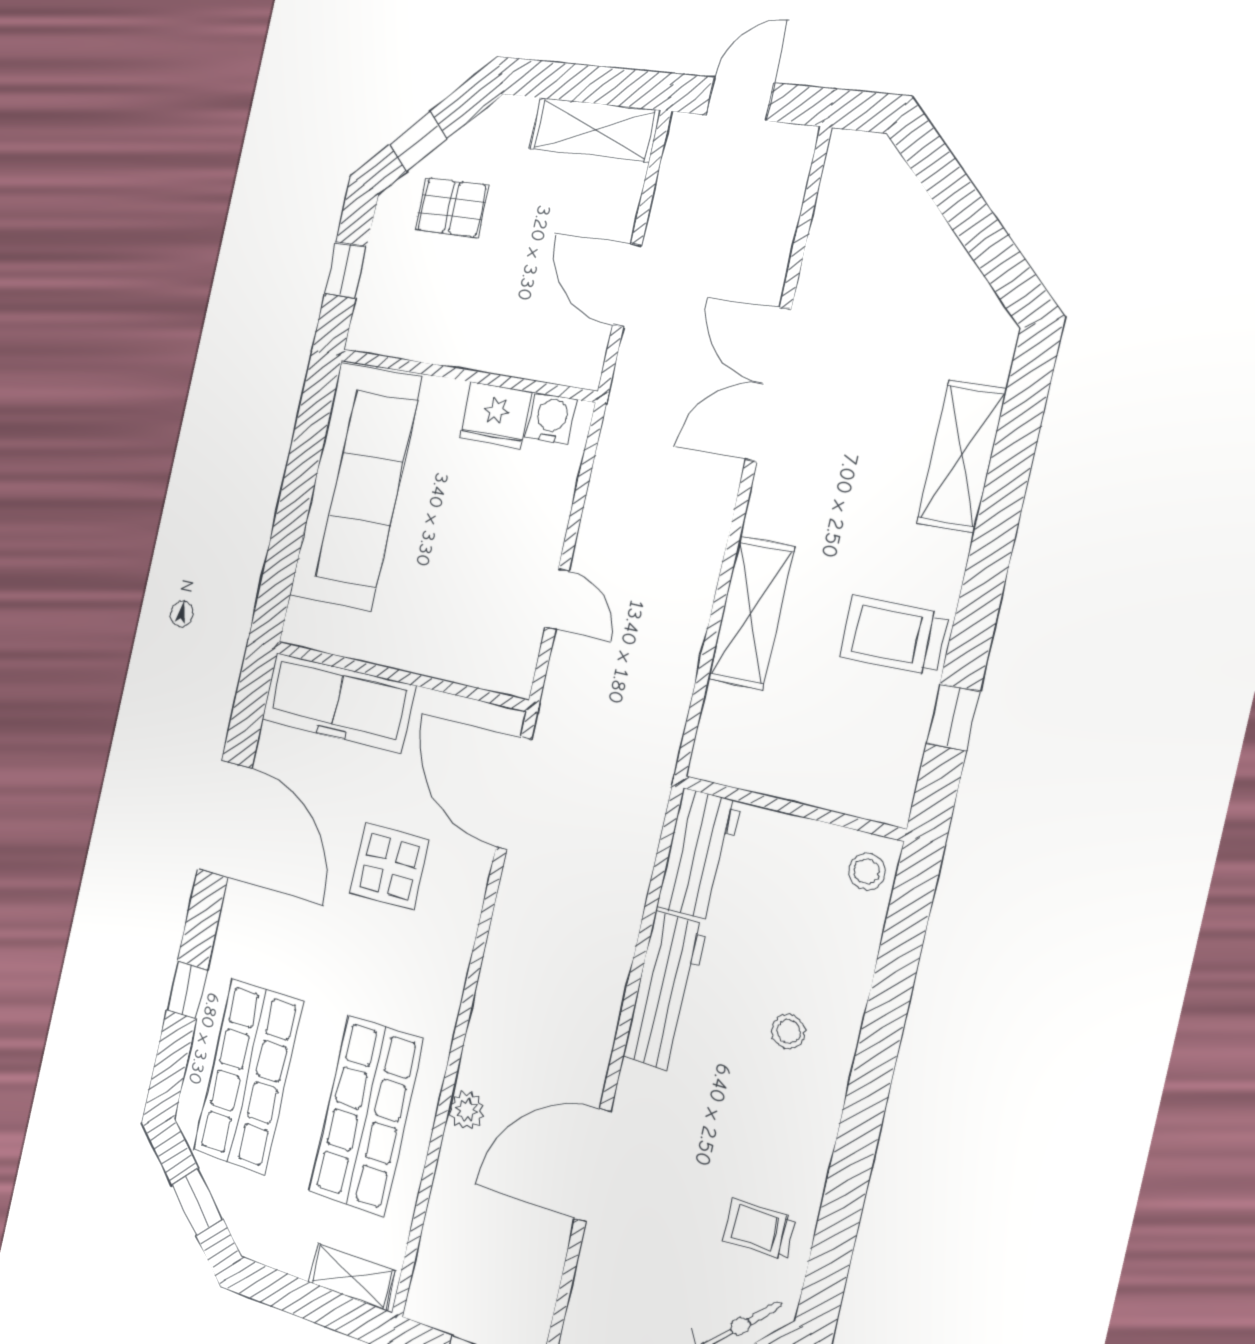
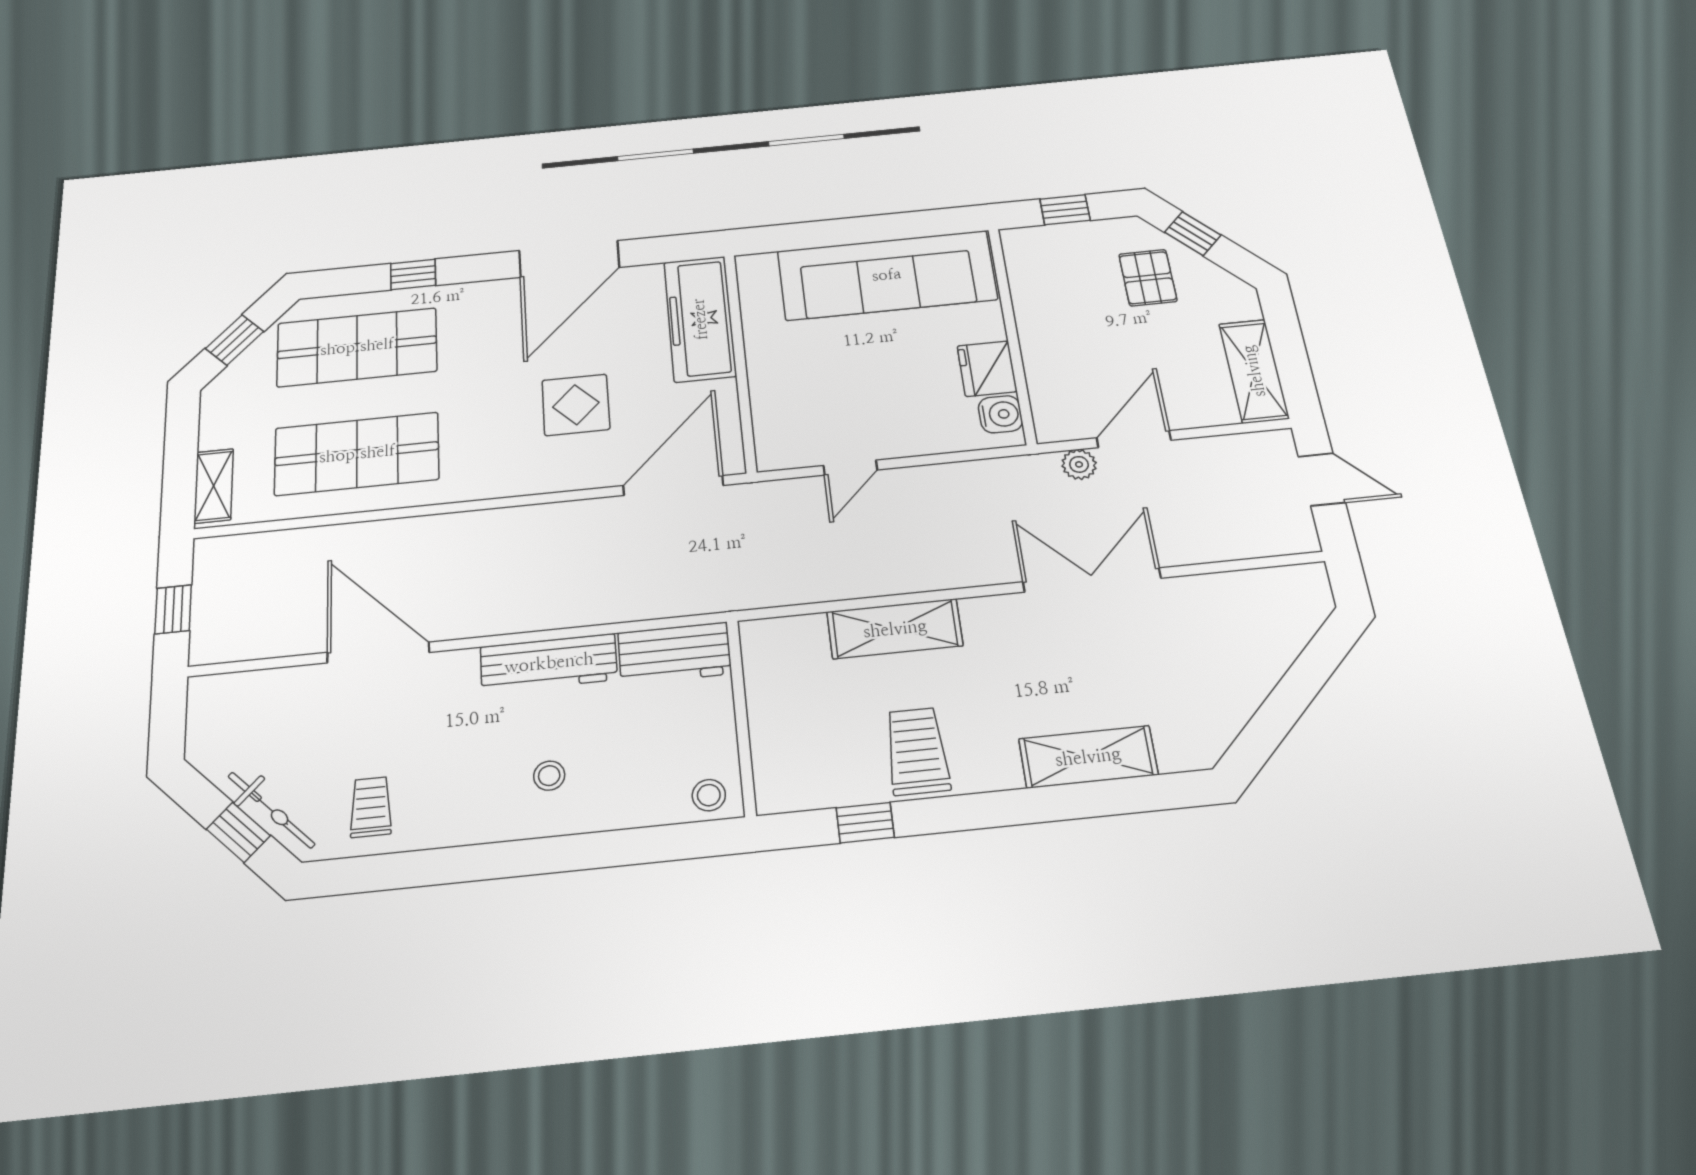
plant: (466, 1110) -> (1079, 464), moved

